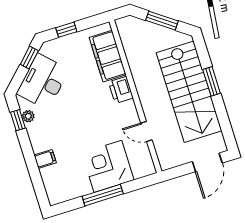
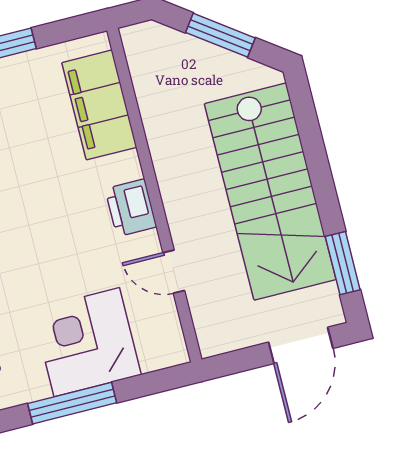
window: (212, 81) -> (343, 263), moved
printer: (121, 90) -> (131, 208), moved

